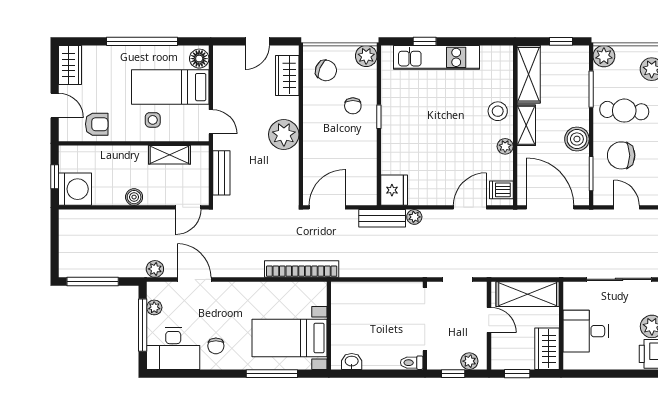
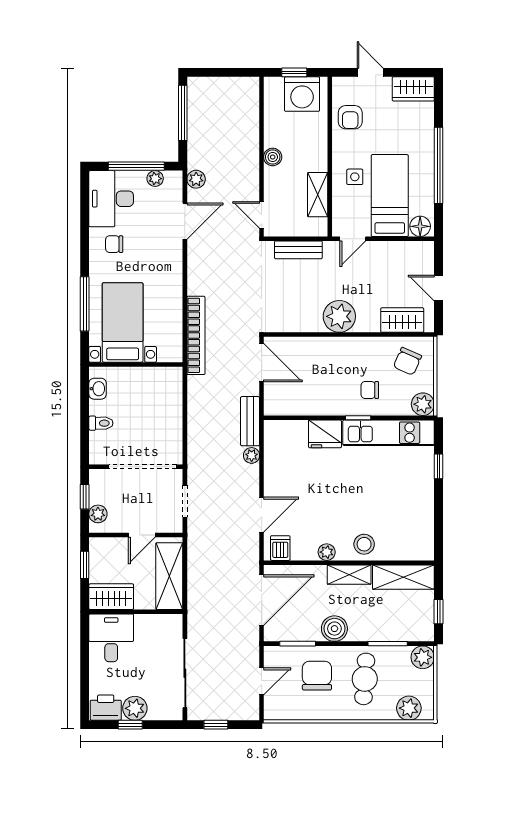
kitchen unit: (436, 57) -> (389, 433), moved, turned -90
door: (55, 105) -> (370, 72), swing flipped
washing machine: (75, 189) -> (302, 94), moved
fridge: (394, 190) -> (325, 434), moved
door: (470, 207) -> (262, 515), hinge flipped
desk: (586, 331) -> (111, 638), moved
toilet: (412, 363) -> (101, 423), moved, turned 90

